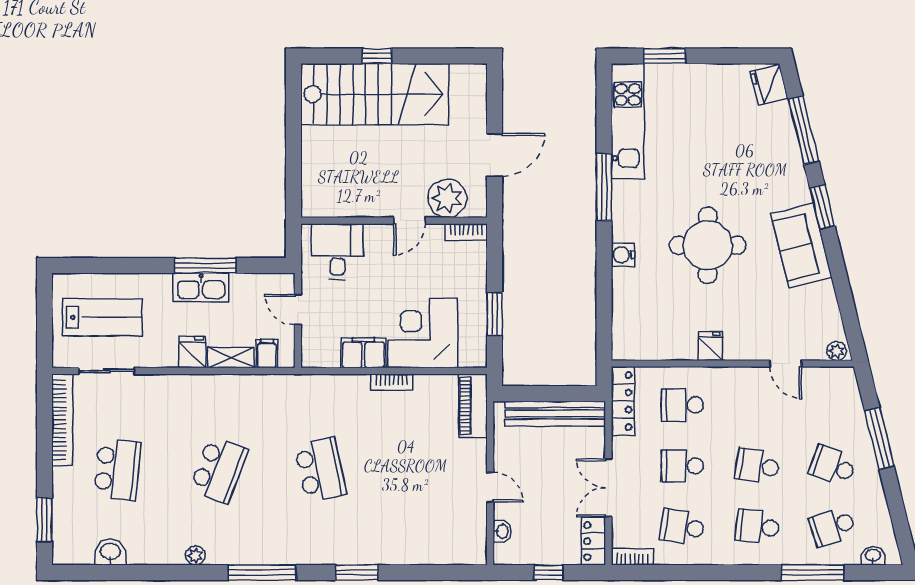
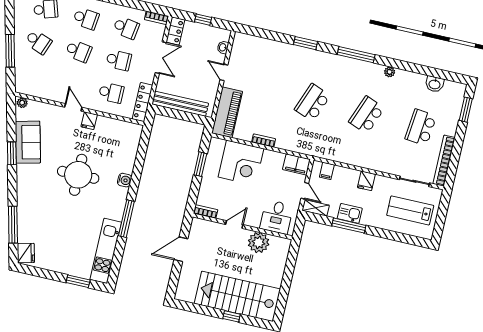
plant: (447, 198) -> (259, 243), moved
window: (822, 207) -> (12, 153), moved
sofa: (801, 246) -> (28, 142), moved
kitchen sink: (201, 287) -> (350, 213), width x0.73
filing cabinet: (363, 353) -> (296, 164), moved
shelving: (231, 358) -> (316, 208), moved
door: (786, 364) -> (73, 107), moved
piano: (473, 406) -> (227, 112), width x1.37, depth x1.33
school desk: (320, 470) -> (312, 103), turned 33

